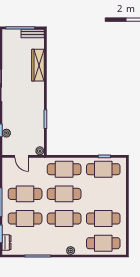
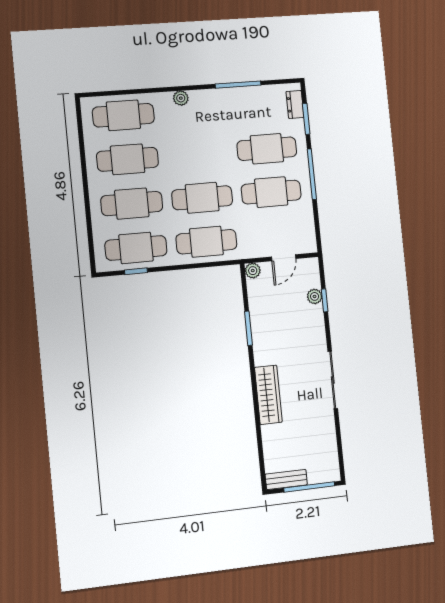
wardrobe: (38, 65) -> (268, 395), moved
door: (22, 156) -> (284, 258), swing flipped
cafe table: (64, 219) -> (132, 204), moved

